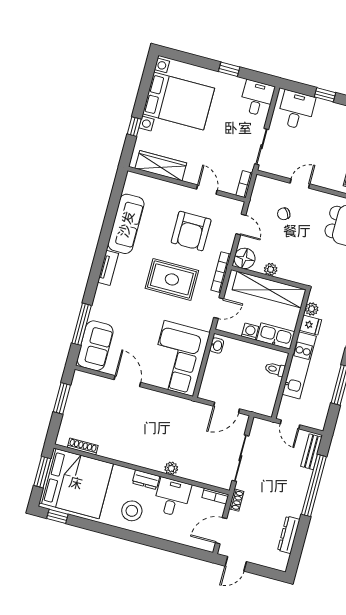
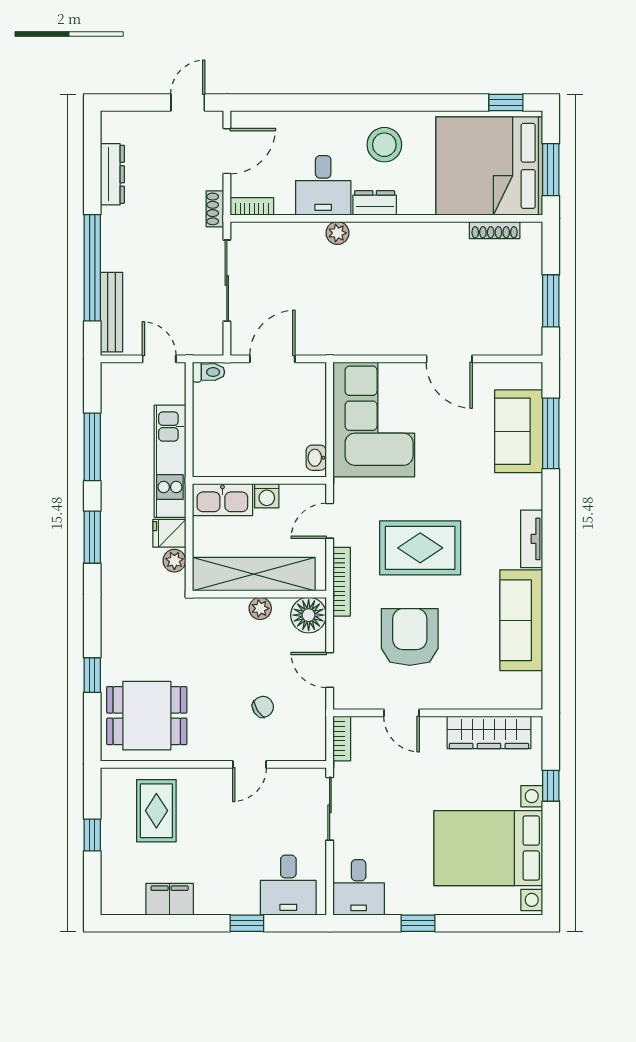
sofa: (95, 346) -> (519, 431), moved
toilet: (275, 369) -> (208, 372), moved
bench: (311, 452) -> (111, 312), width x1.36

